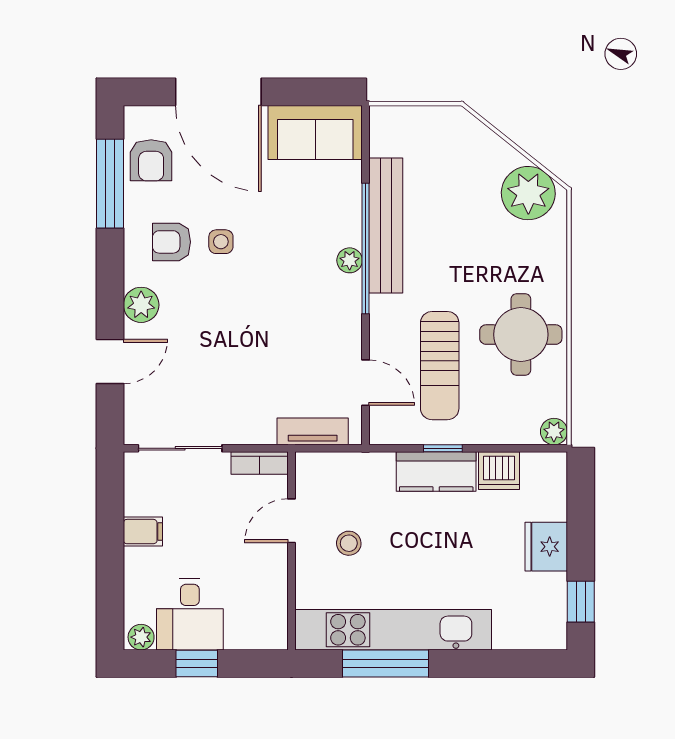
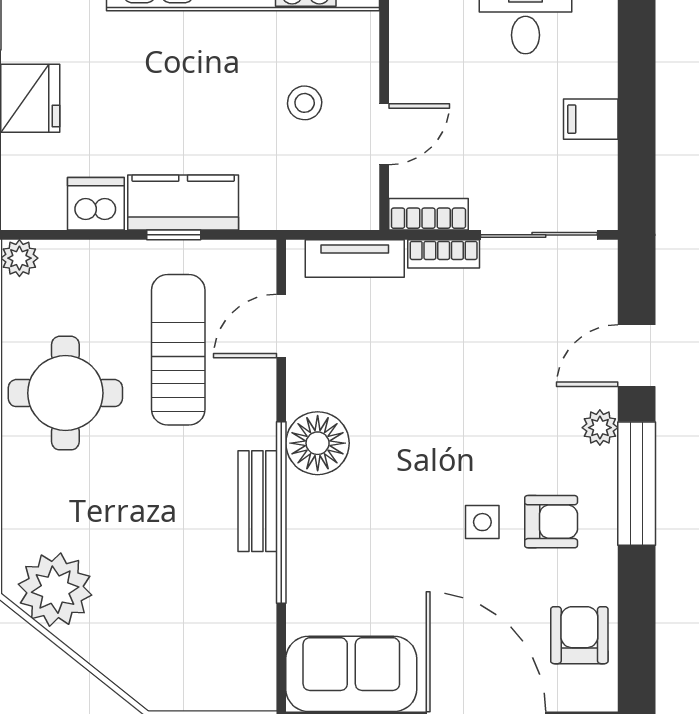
window: (110, 184) -> (637, 484), moved
bench: (386, 225) -> (257, 501), width x0.54, depth x0.82
plant: (350, 260) -> (304, 496), removed
floor lamp: (339, 298) -> (318, 443), added
plant: (141, 305) -> (600, 428), width x0.73, depth x0.73
door: (366, 383) -> (281, 326), hinge flipped
bookcase: (249, 435) -> (444, 254), added

